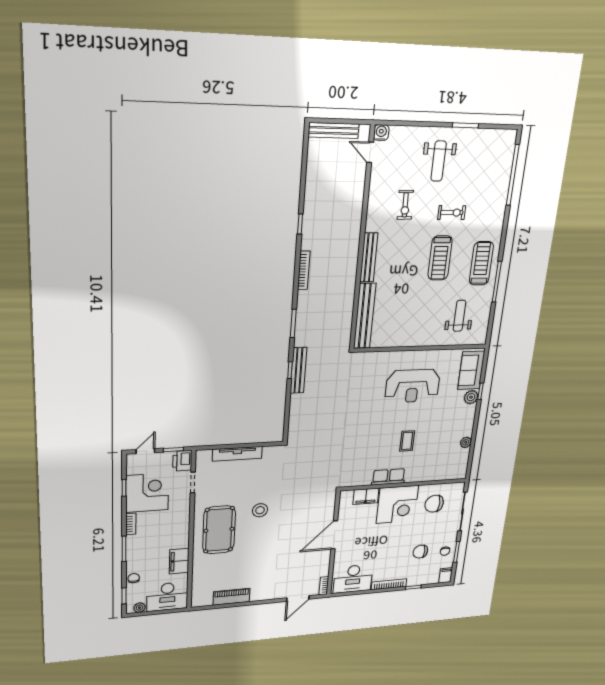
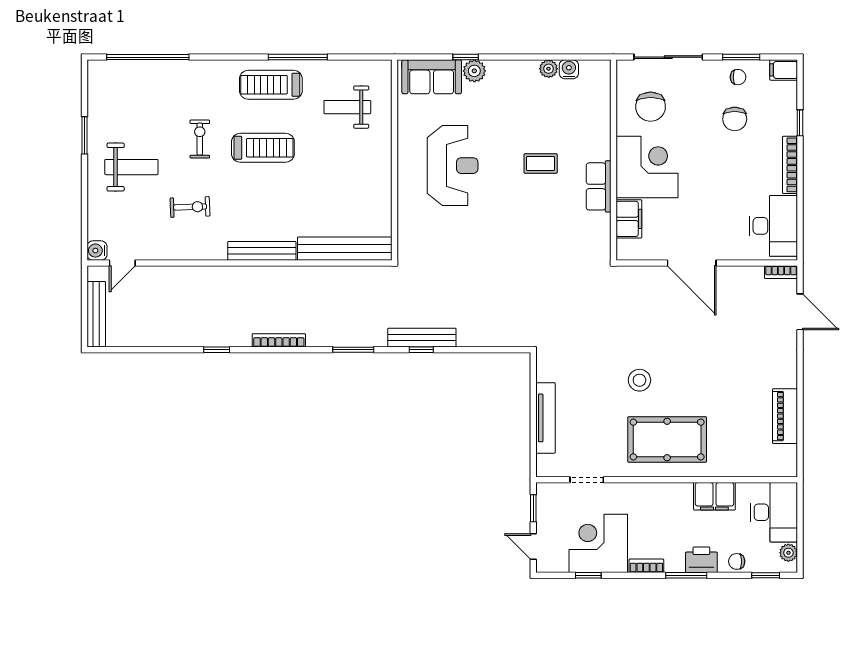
water cooler: (464, 455) -> (569, 69), added
printer: (182, 461) -> (701, 560), moved, turned 180

